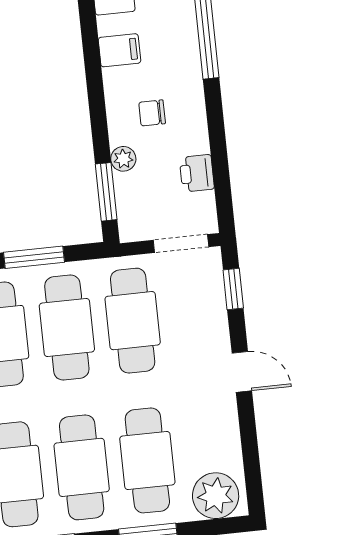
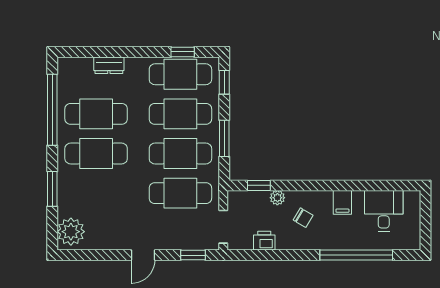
chair: (152, 113) -> (303, 218), turned 121
window: (106, 192) -> (259, 185), width x0.67
cafe table: (147, 460) -> (96, 193), removed

